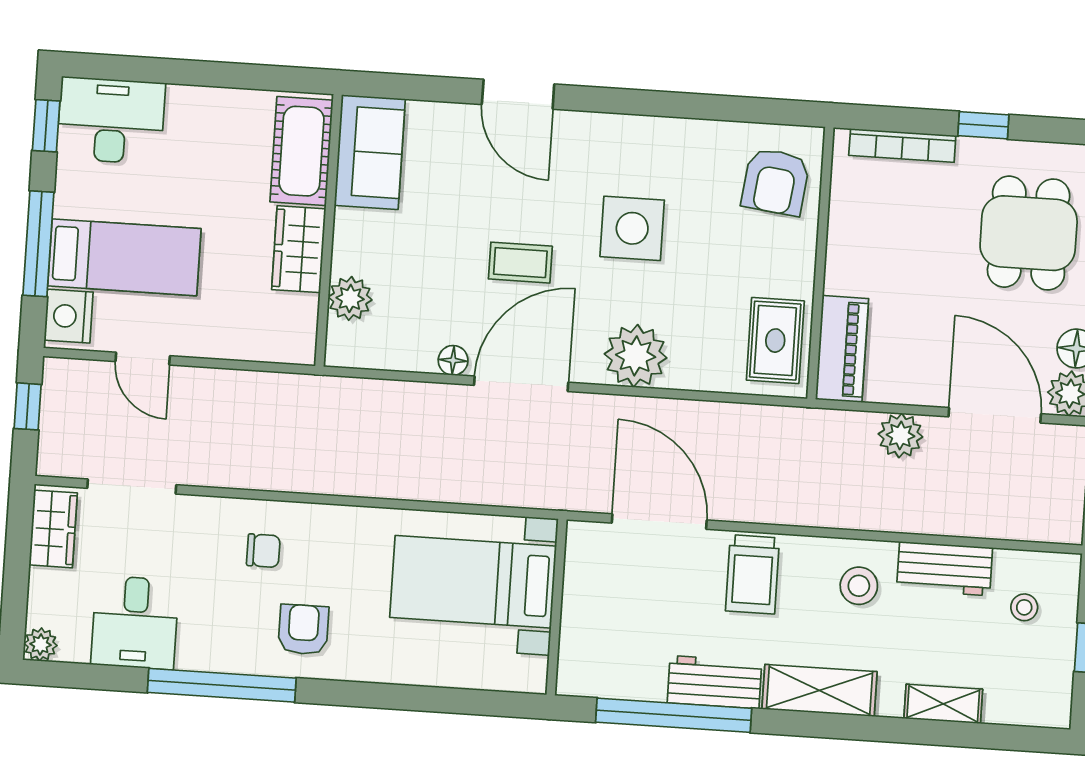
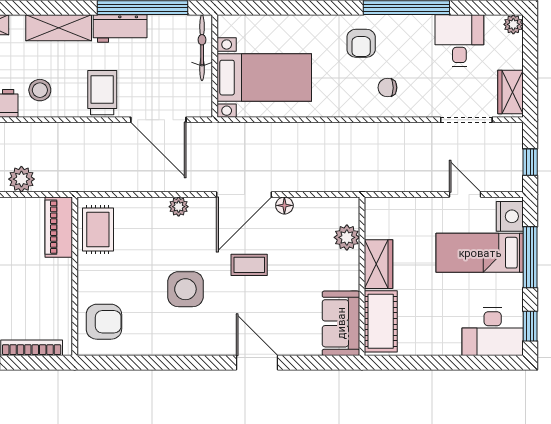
armchair: (775, 182) -> (104, 322), turned 83
plant: (636, 356) -> (179, 207), width x0.53, depth x0.53
bicycle: (576, 640) -> (202, 48), added

